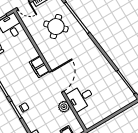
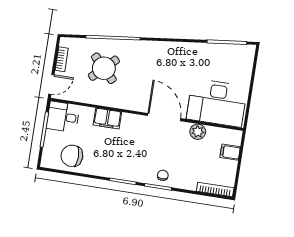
filing cabinet: (39, 67) -> (107, 119), moved
desk: (81, 98) -> (217, 103), width x1.87, depth x1.30

